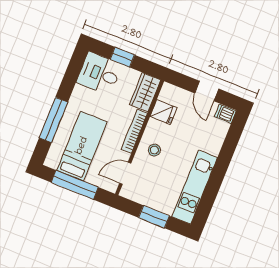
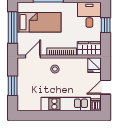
fridge: (163, 112) -> (94, 65), moved
door: (125, 173) -> (33, 56), hinge flipped
kitchen unit: (195, 187) -> (66, 104), moved

